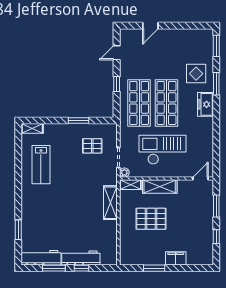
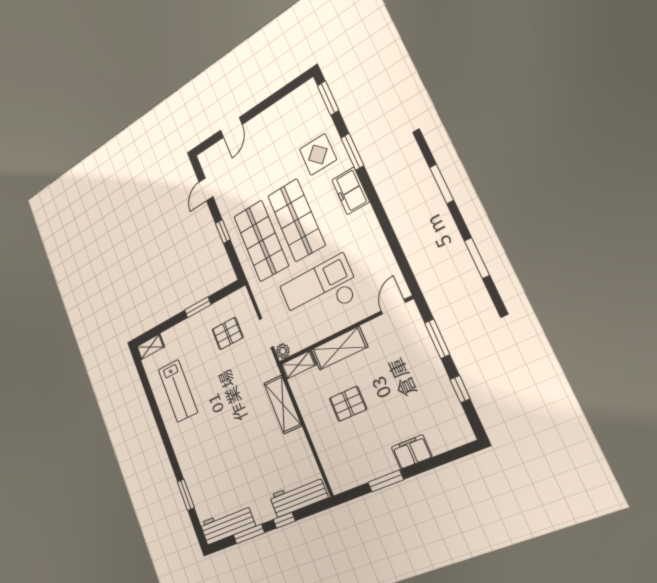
pallet: (151, 219) -> (348, 404), width x0.67, depth x0.71
workbench: (81, 258) -> (298, 497), moved

